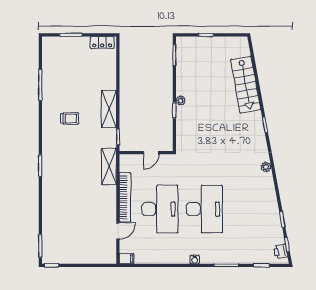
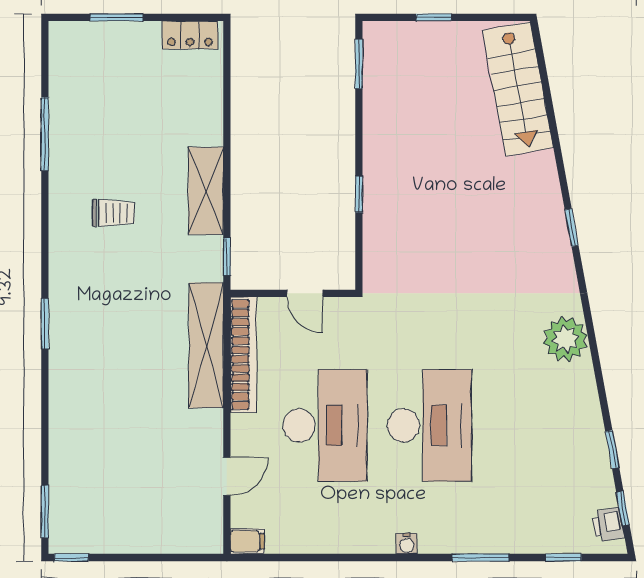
stairs: (246, 85) -> (518, 89), moved
plant: (181, 101) -> (374, 171), removed
door: (151, 153) -> (305, 293), hinge flipped
shelving: (109, 166) -> (206, 345), width x1.47
plant: (266, 167) -> (565, 339), width x1.87, depth x1.87
bookcase: (125, 197) -> (244, 355), moved

